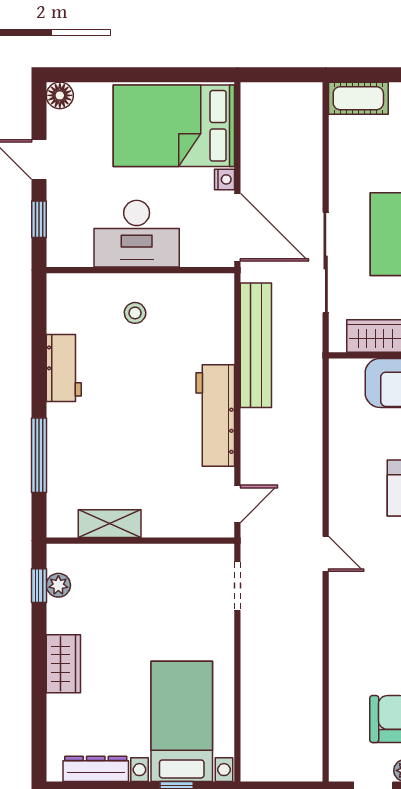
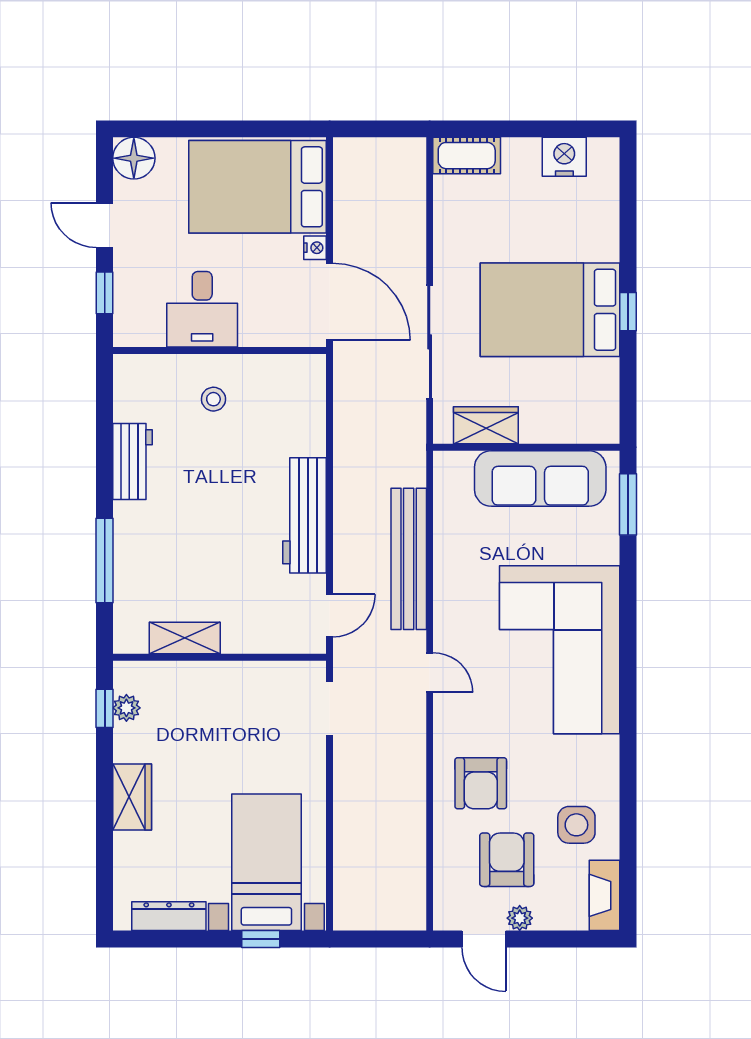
floor lamp: (60, 95) -> (134, 158), width x1.38, depth x1.38
desk: (137, 234) -> (202, 309), width x0.73
bench: (256, 345) -> (409, 559), moved
armchair: (371, 652) -> (481, 783), added

